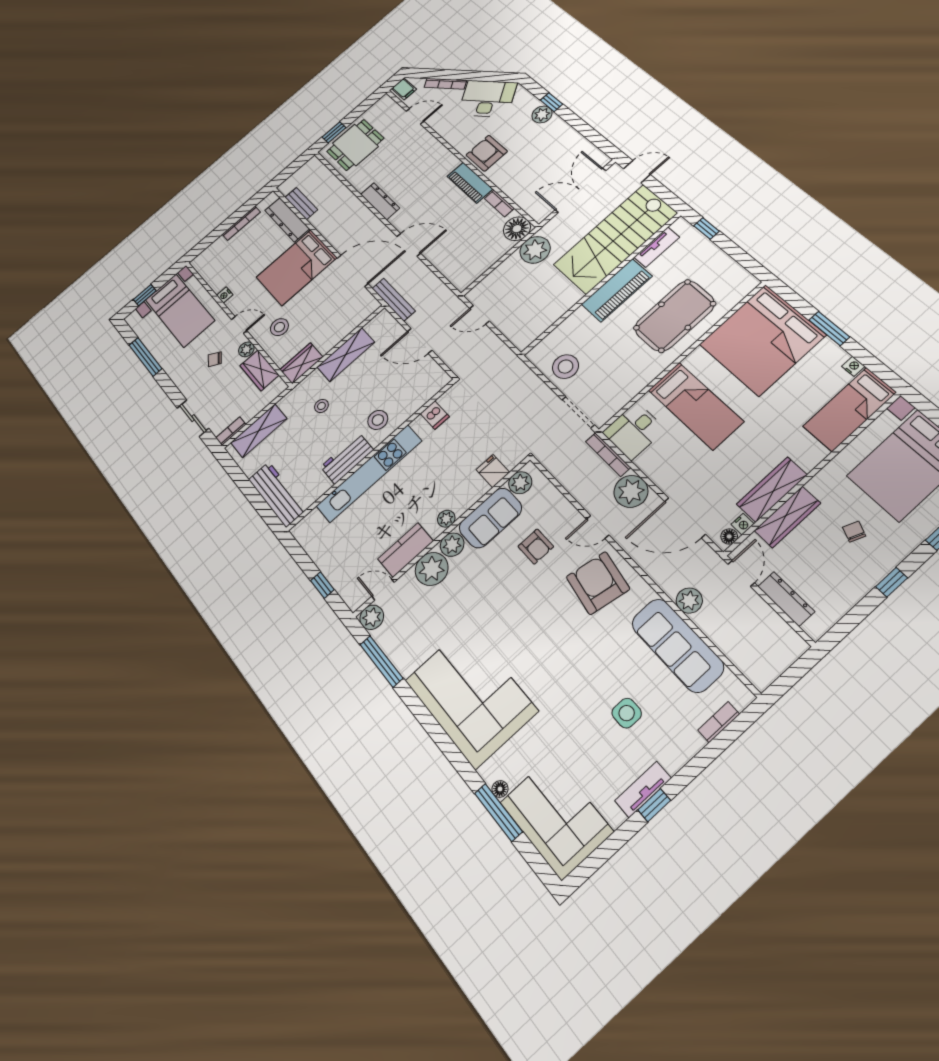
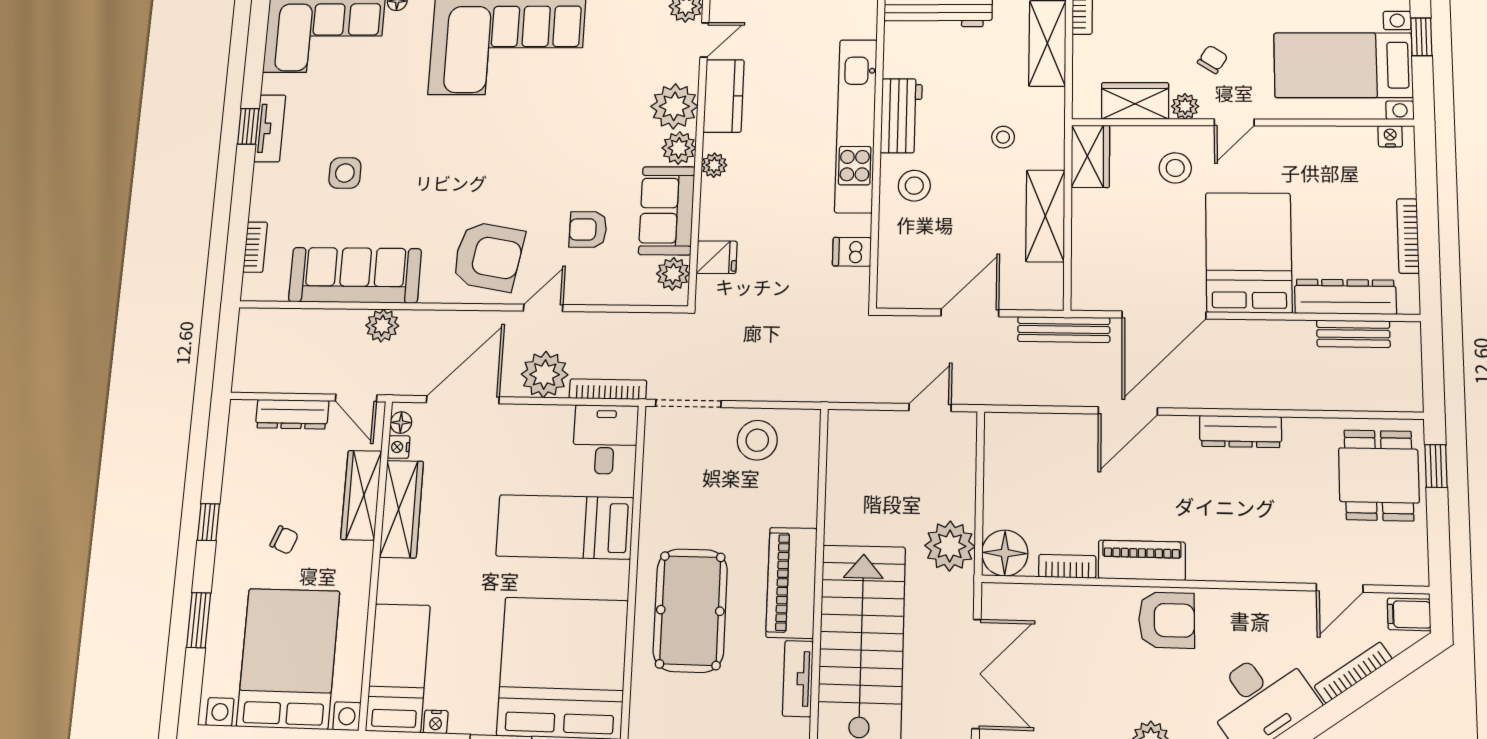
nightstand: (225, 295) -> (1390, 136), moved

